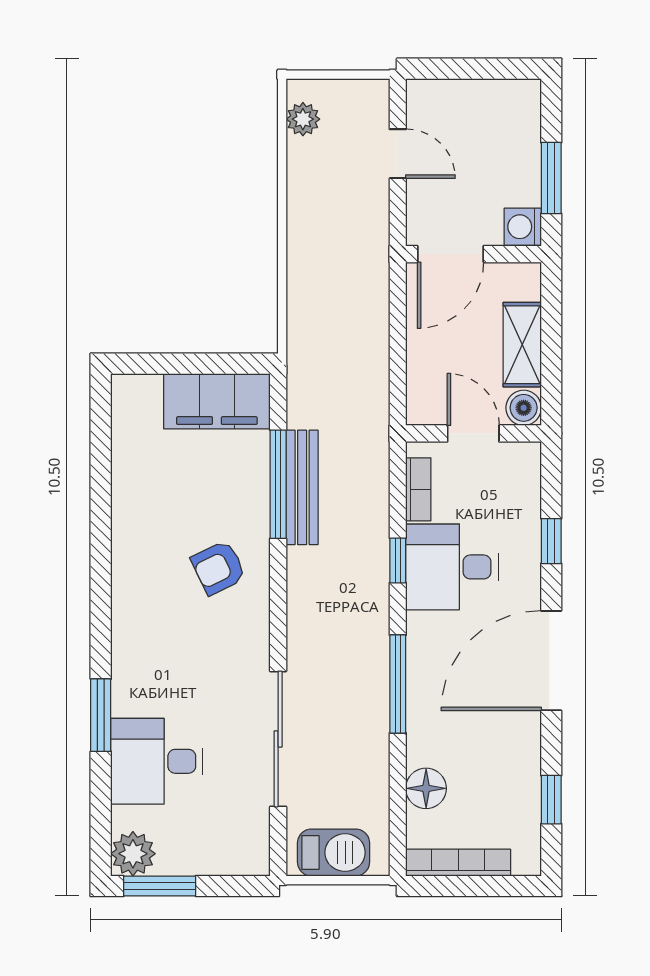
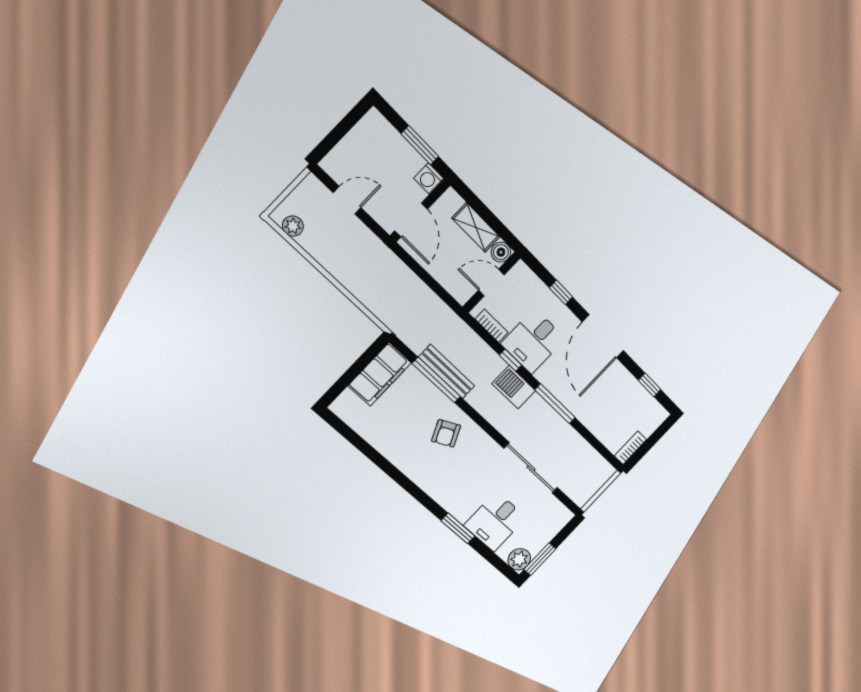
floor lamp: (426, 788) -> (601, 428), removed
barbecue: (334, 853) -> (514, 387), moved, turned -90
bookcase: (458, 863) -> (630, 448), width x0.64

